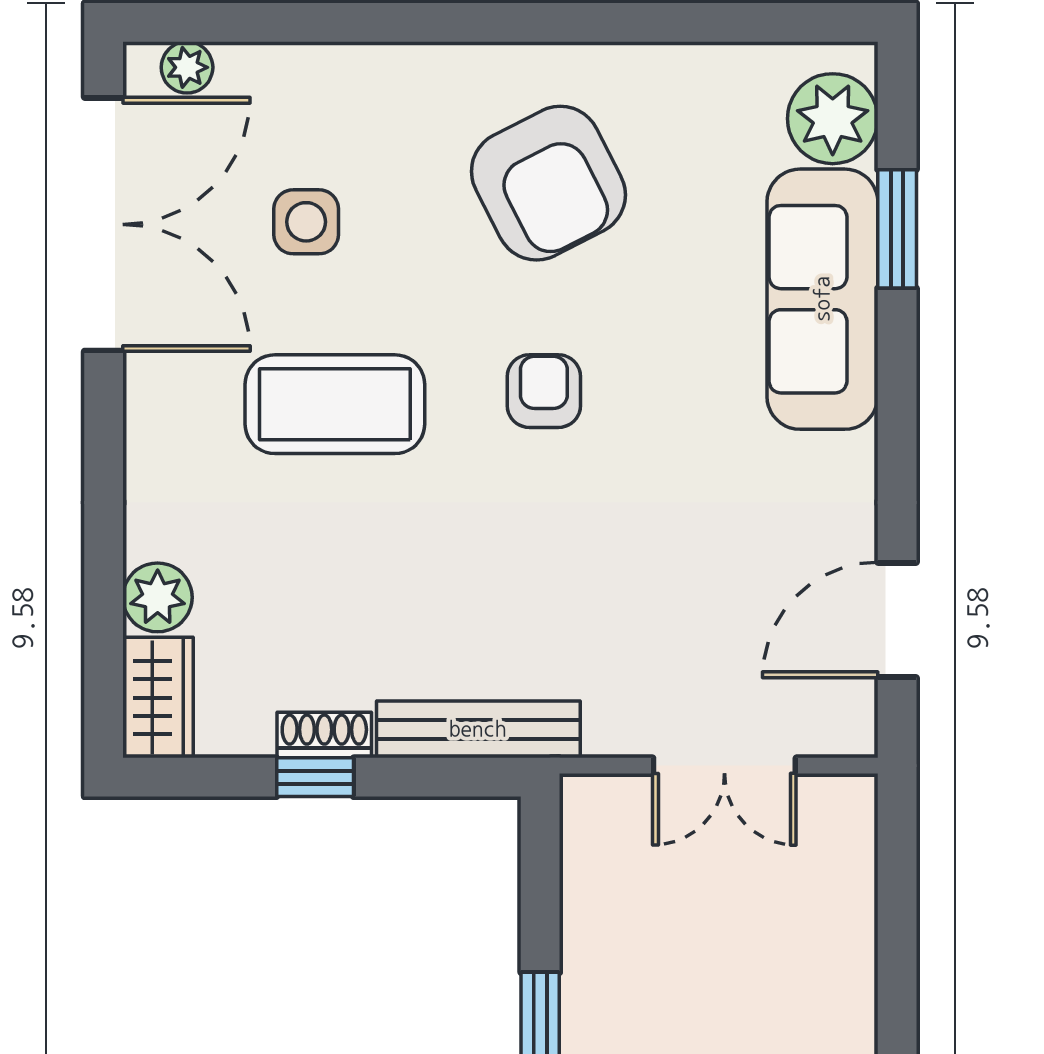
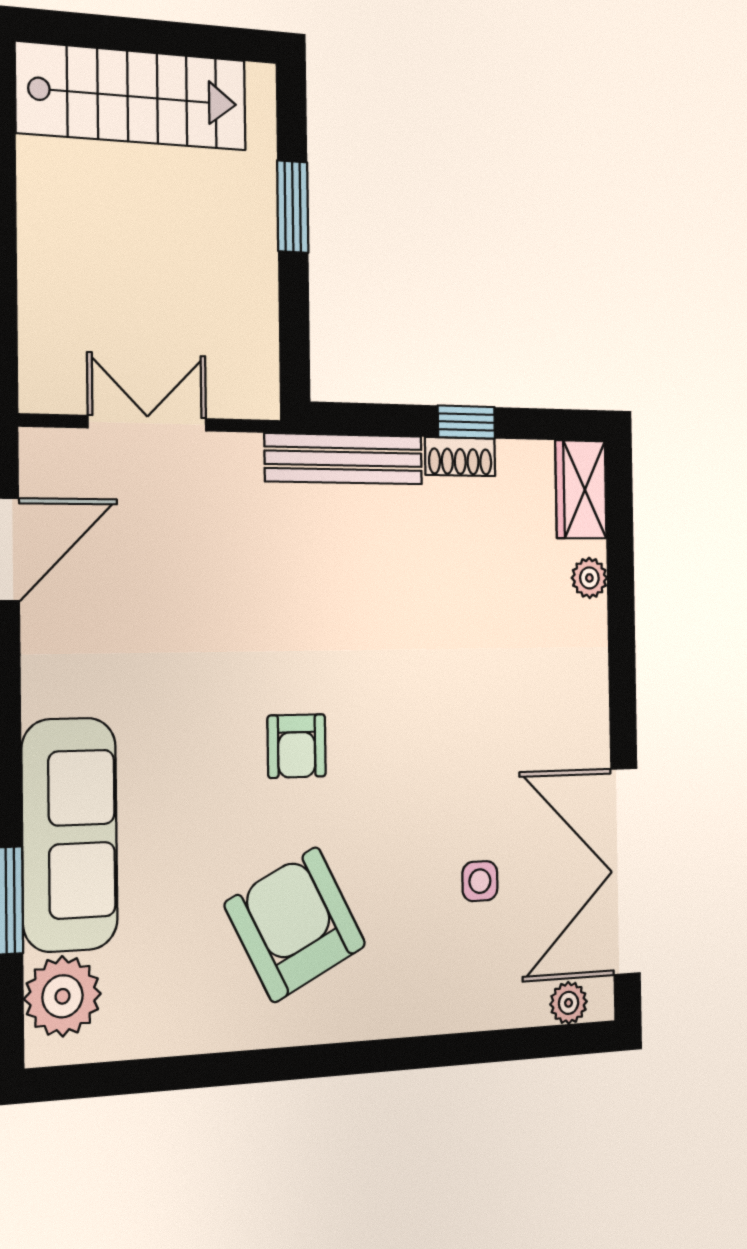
side table: (306, 222) -> (480, 881), width x0.73, depth x0.73
coffee table: (335, 404) -> (456, 730), removed
plant: (158, 597) -> (589, 578), width x0.73, depth x0.73

